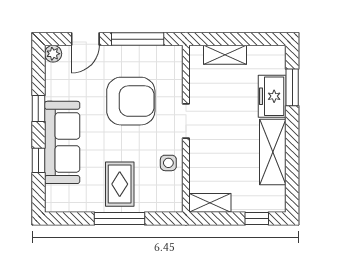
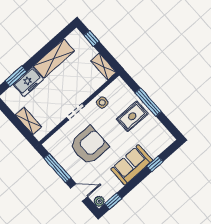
armchair: (131, 101) -> (89, 146), turned 90
window: (38, 109) -> (113, 201), moved
sofa: (62, 142) -> (132, 165), width x0.73

